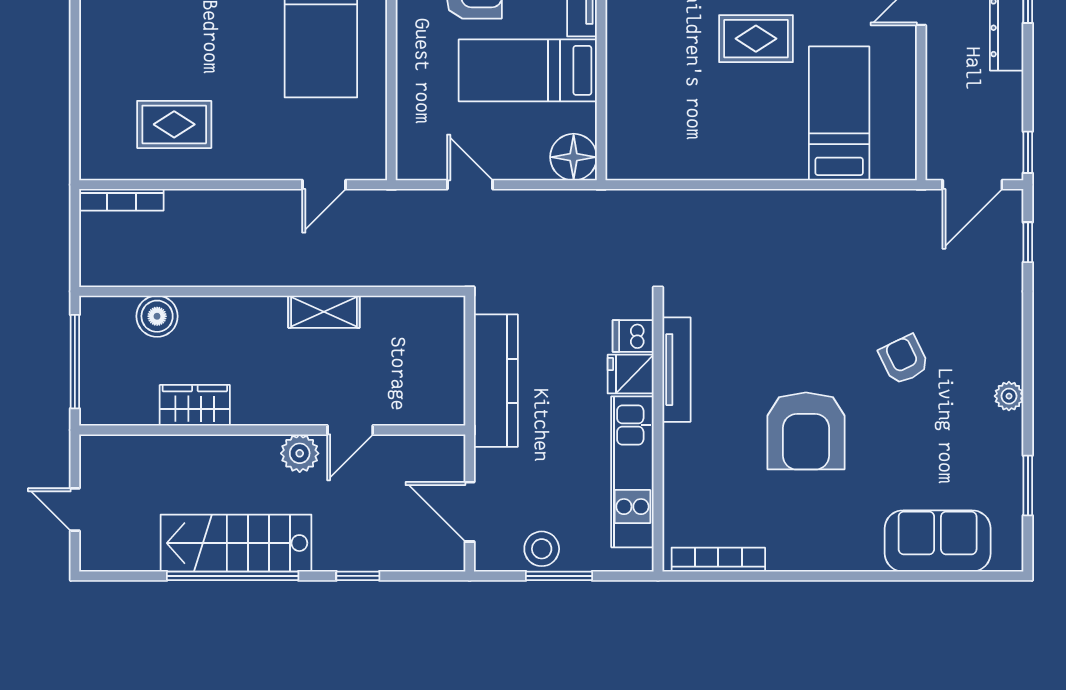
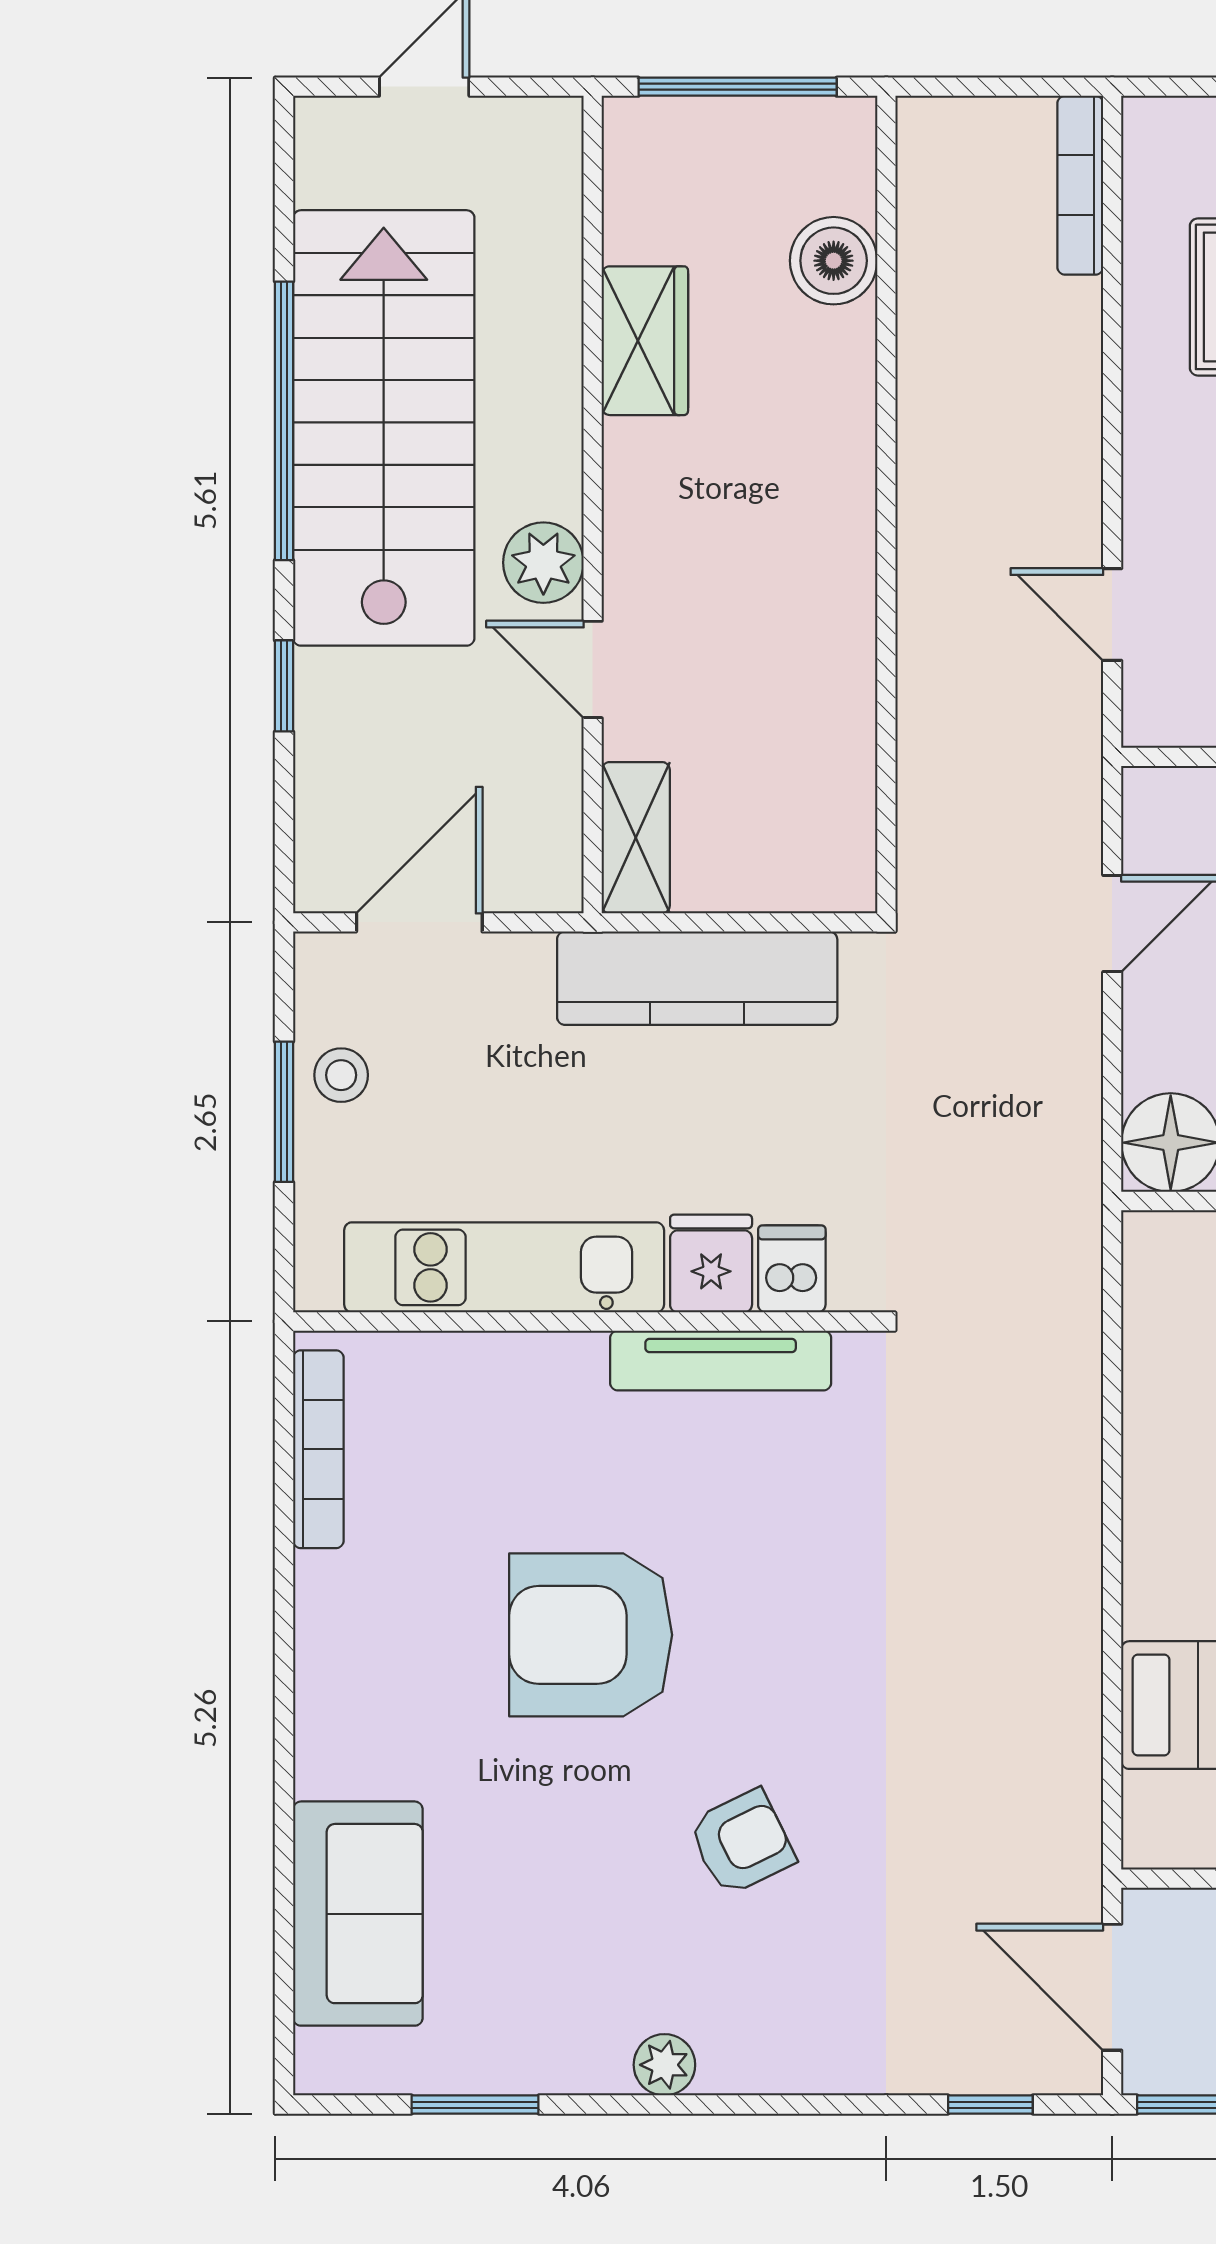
shelving: (324, 312) -> (636, 838), moved
stairs: (236, 543) -> (384, 428), width x1.36, depth x1.51
stool: (542, 549) -> (341, 1075), width x0.73, depth x0.73

